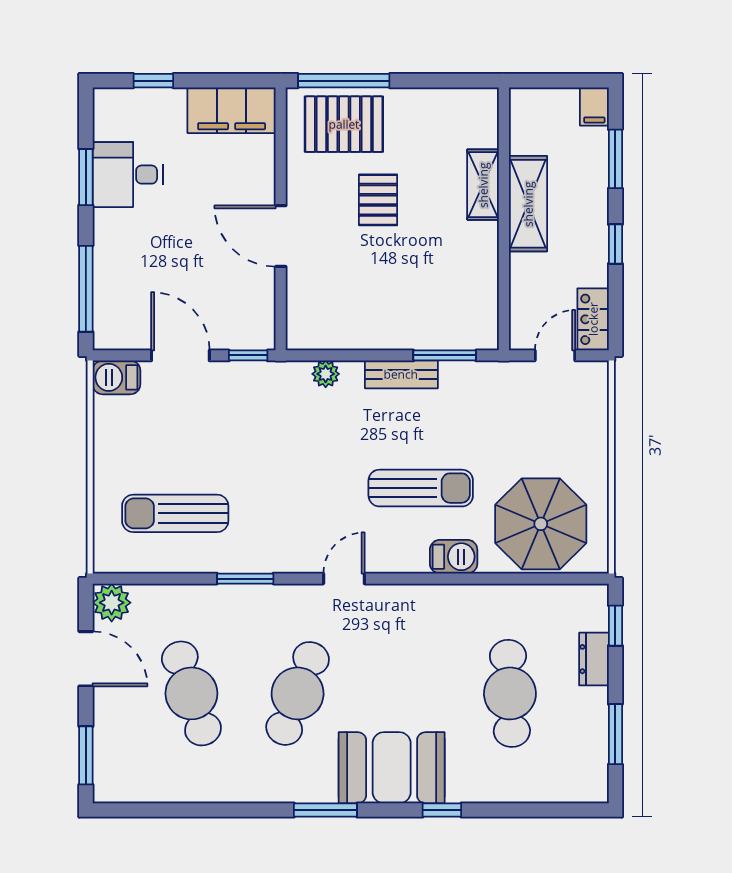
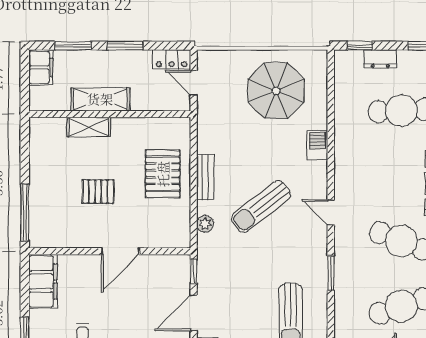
filing cabinet: (594, 107) -> (41, 67), width x2.00
pallet: (344, 124) -> (163, 174), moved
window: (615, 244) -> (125, 46), width x1.50
window: (445, 355) -> (194, 151), removed
sun lounger: (421, 488) -> (261, 206), moved, turned -128
parasol: (541, 524) -> (276, 91), moved

